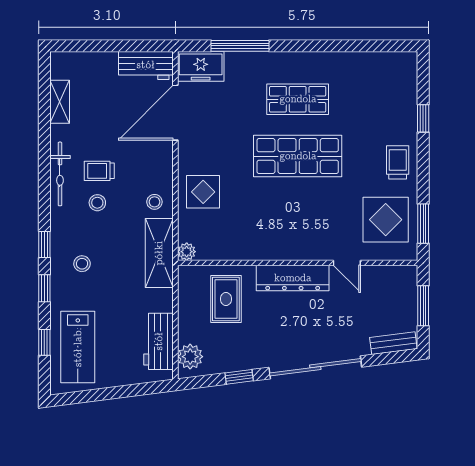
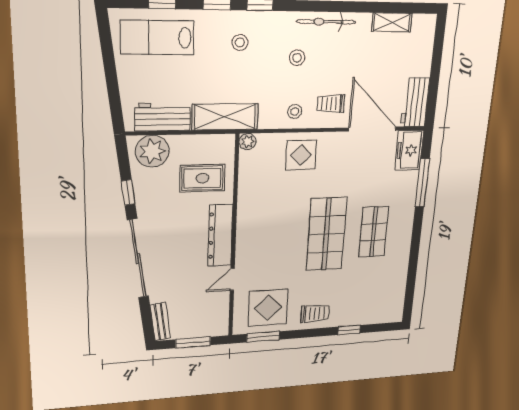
trolley: (99, 171) -> (331, 104), moved, turned -90
shelving: (159, 253) -> (225, 117), moved
plant: (190, 357) -> (152, 151), width x1.36, depth x1.36

